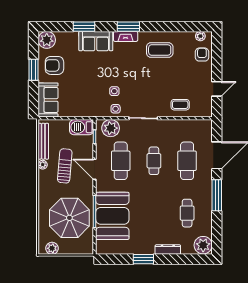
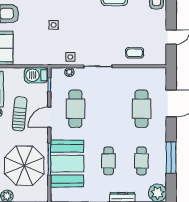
side table: (114, 91) -> (54, 25), moved
plant: (111, 128) -> (69, 72), width x0.53, depth x0.53
cafe table: (154, 161) -> (108, 161), moved
door: (95, 169) -> (49, 117), hinge flipped
window: (217, 195) -> (171, 158), moved

